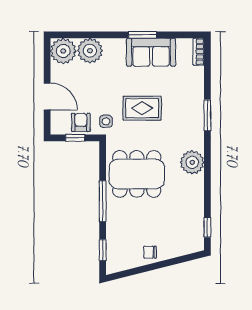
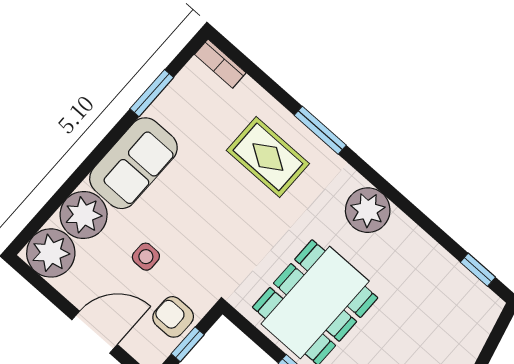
window: (143, 35) -> (152, 93), moved
sofa: (151, 52) -> (133, 163), moved
rug: (142, 108) -> (268, 157), moved, turned 90
side table: (106, 121) -> (146, 257), moved

